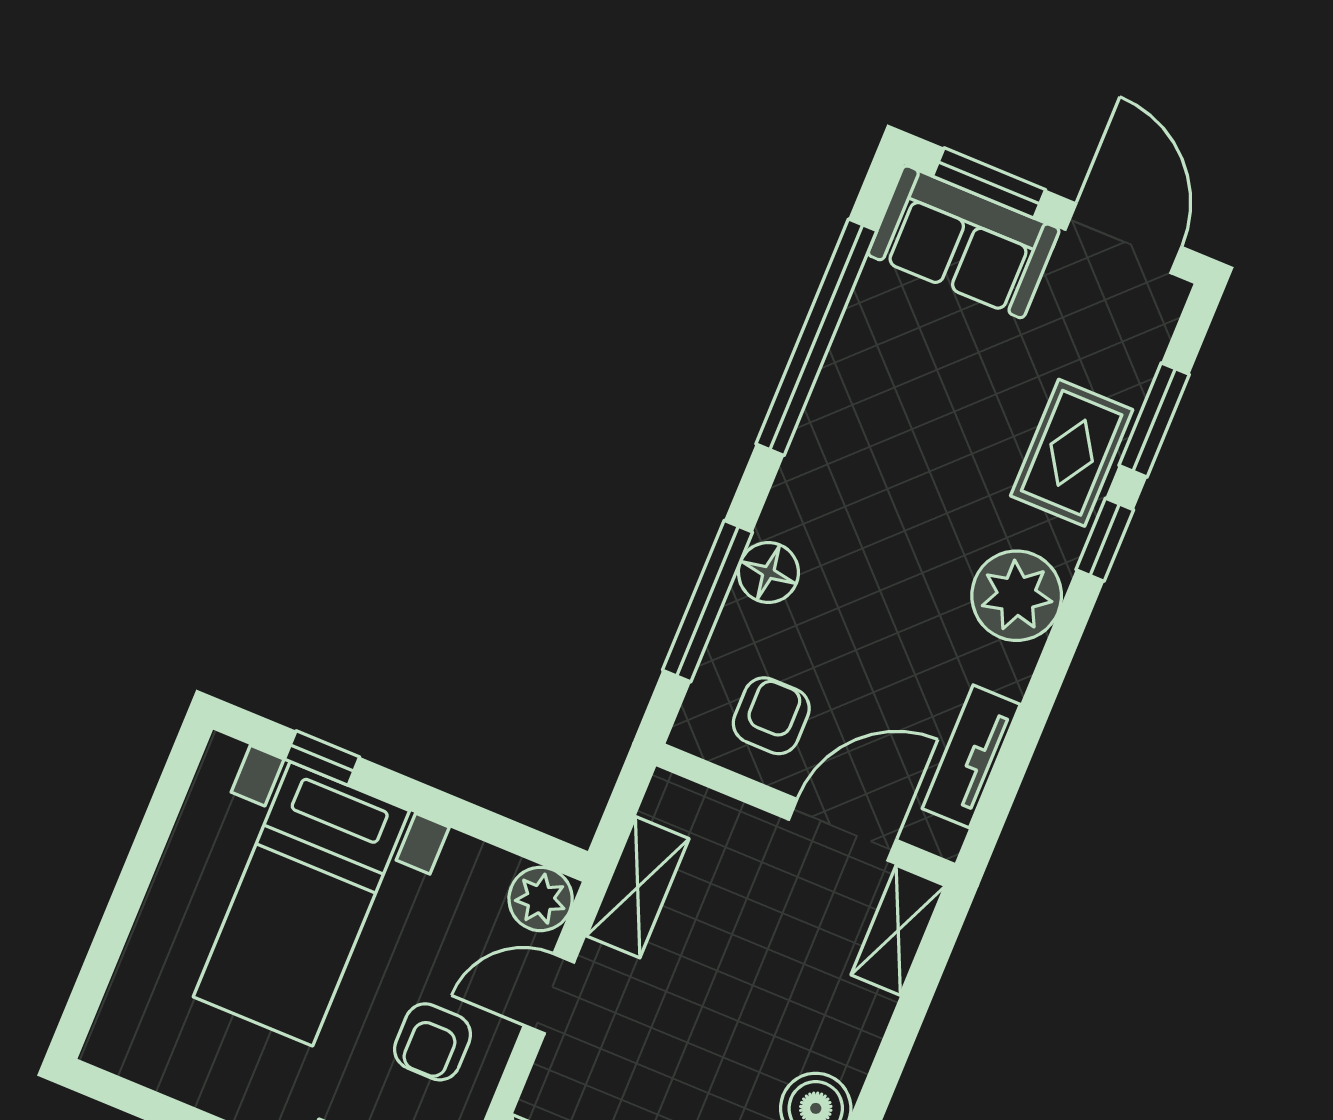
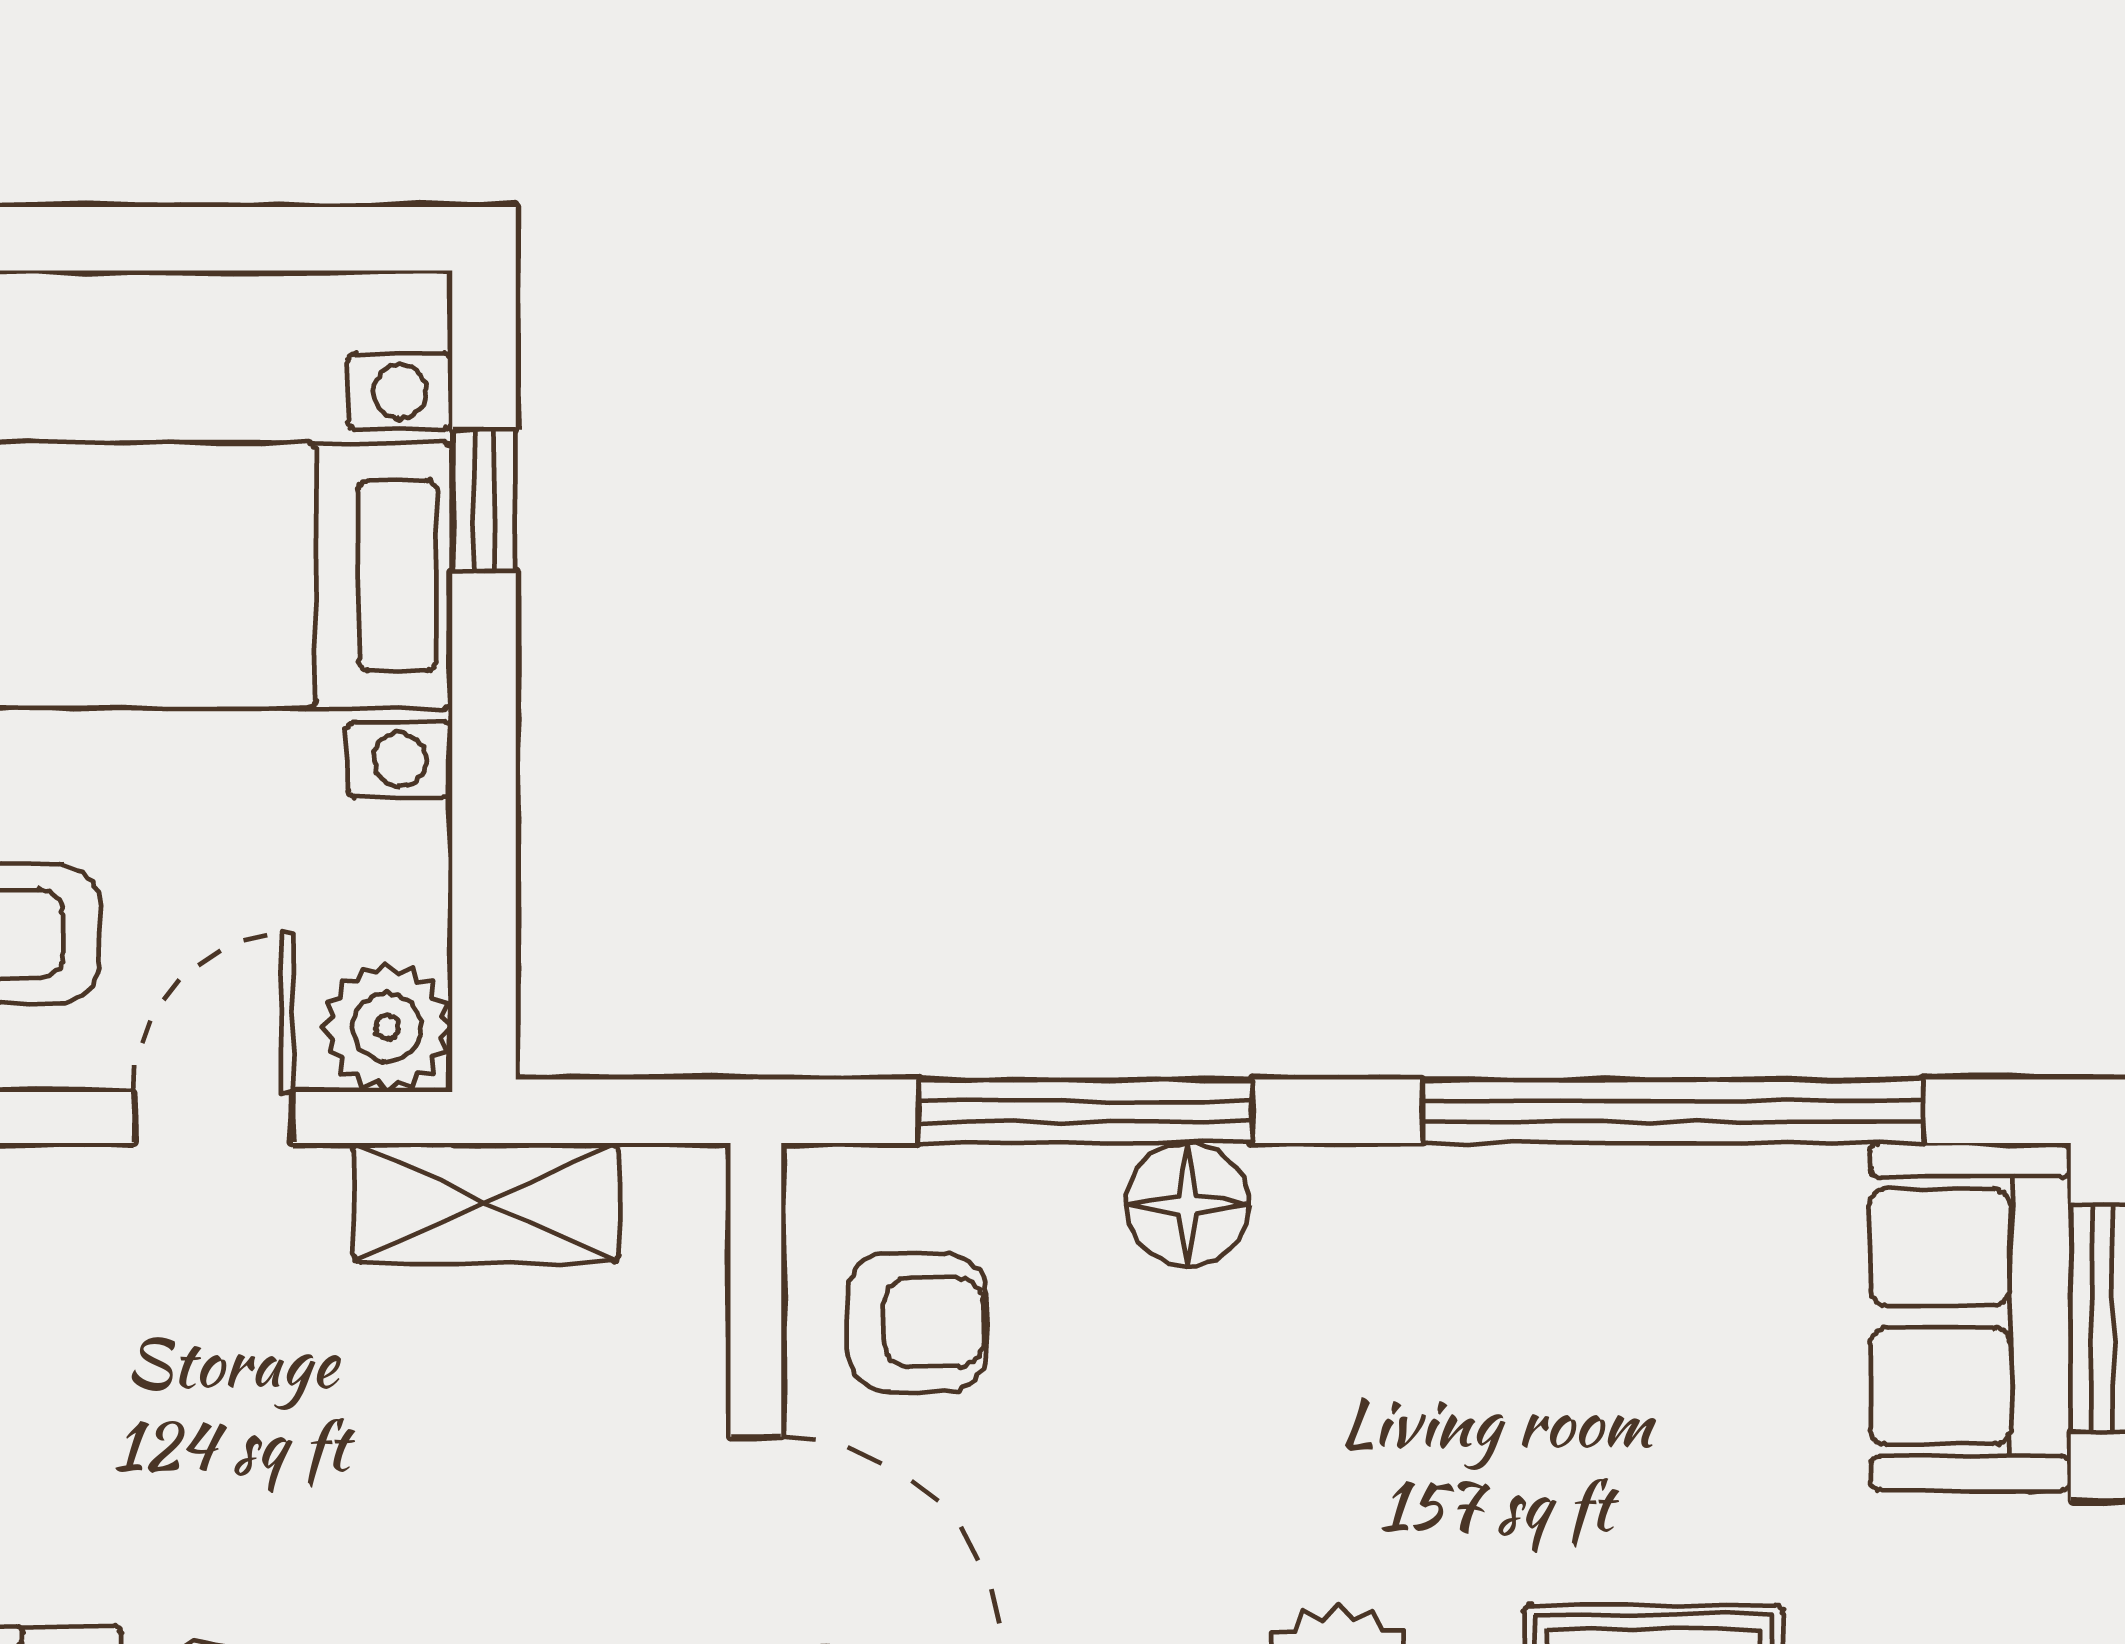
door: (549, 994) -> (213, 1118), hinge flipped

